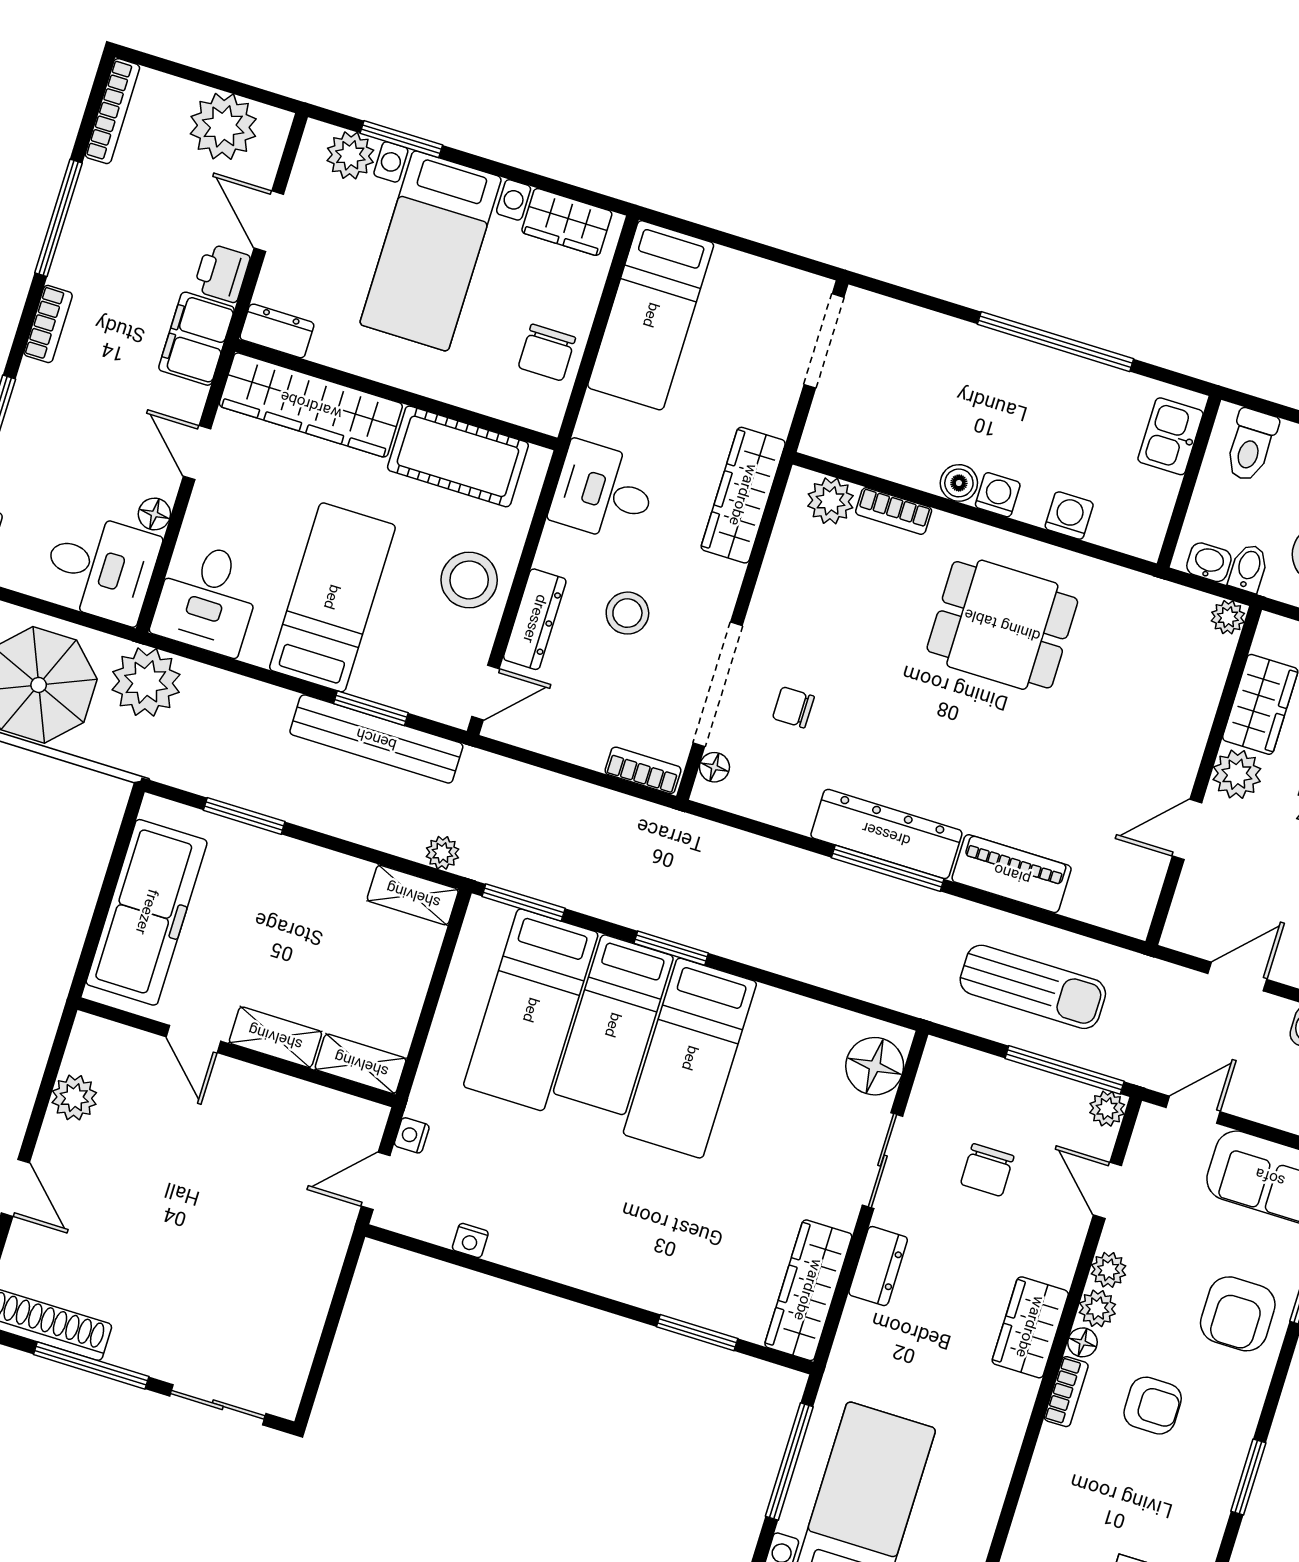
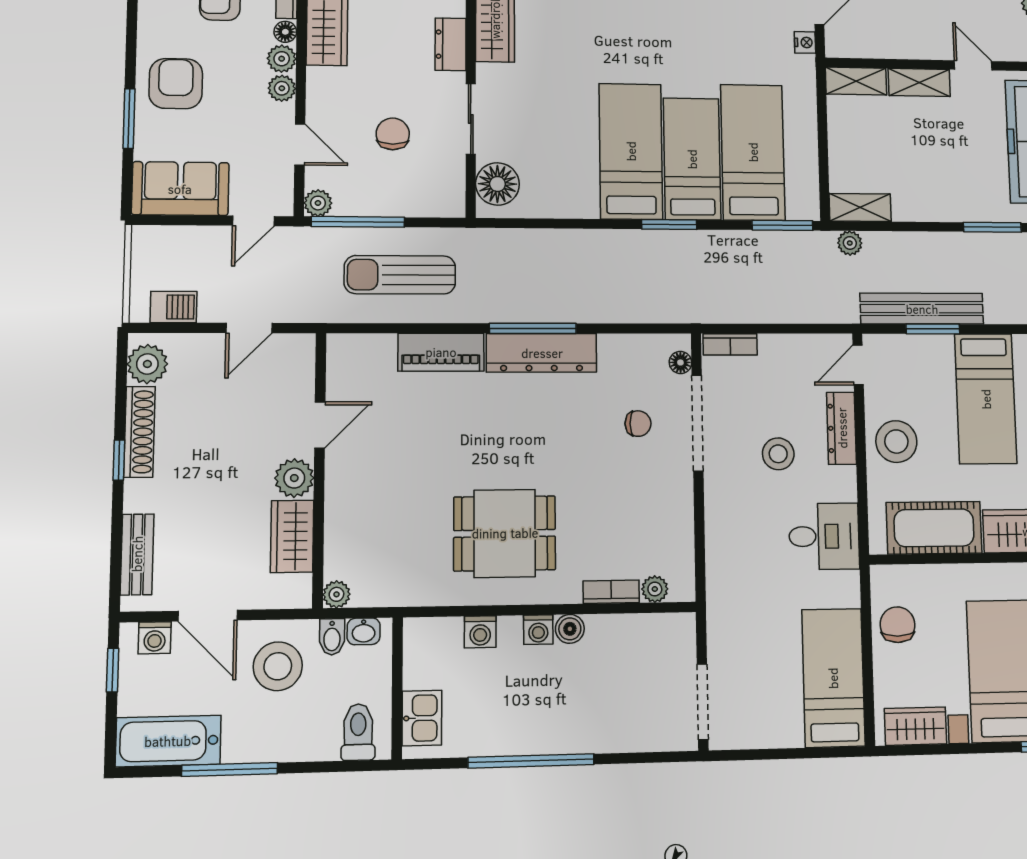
wardrobe: (743, 495) -> (724, 567), removed
plant: (831, 501) -> (655, 589), width x0.73, depth x0.73

